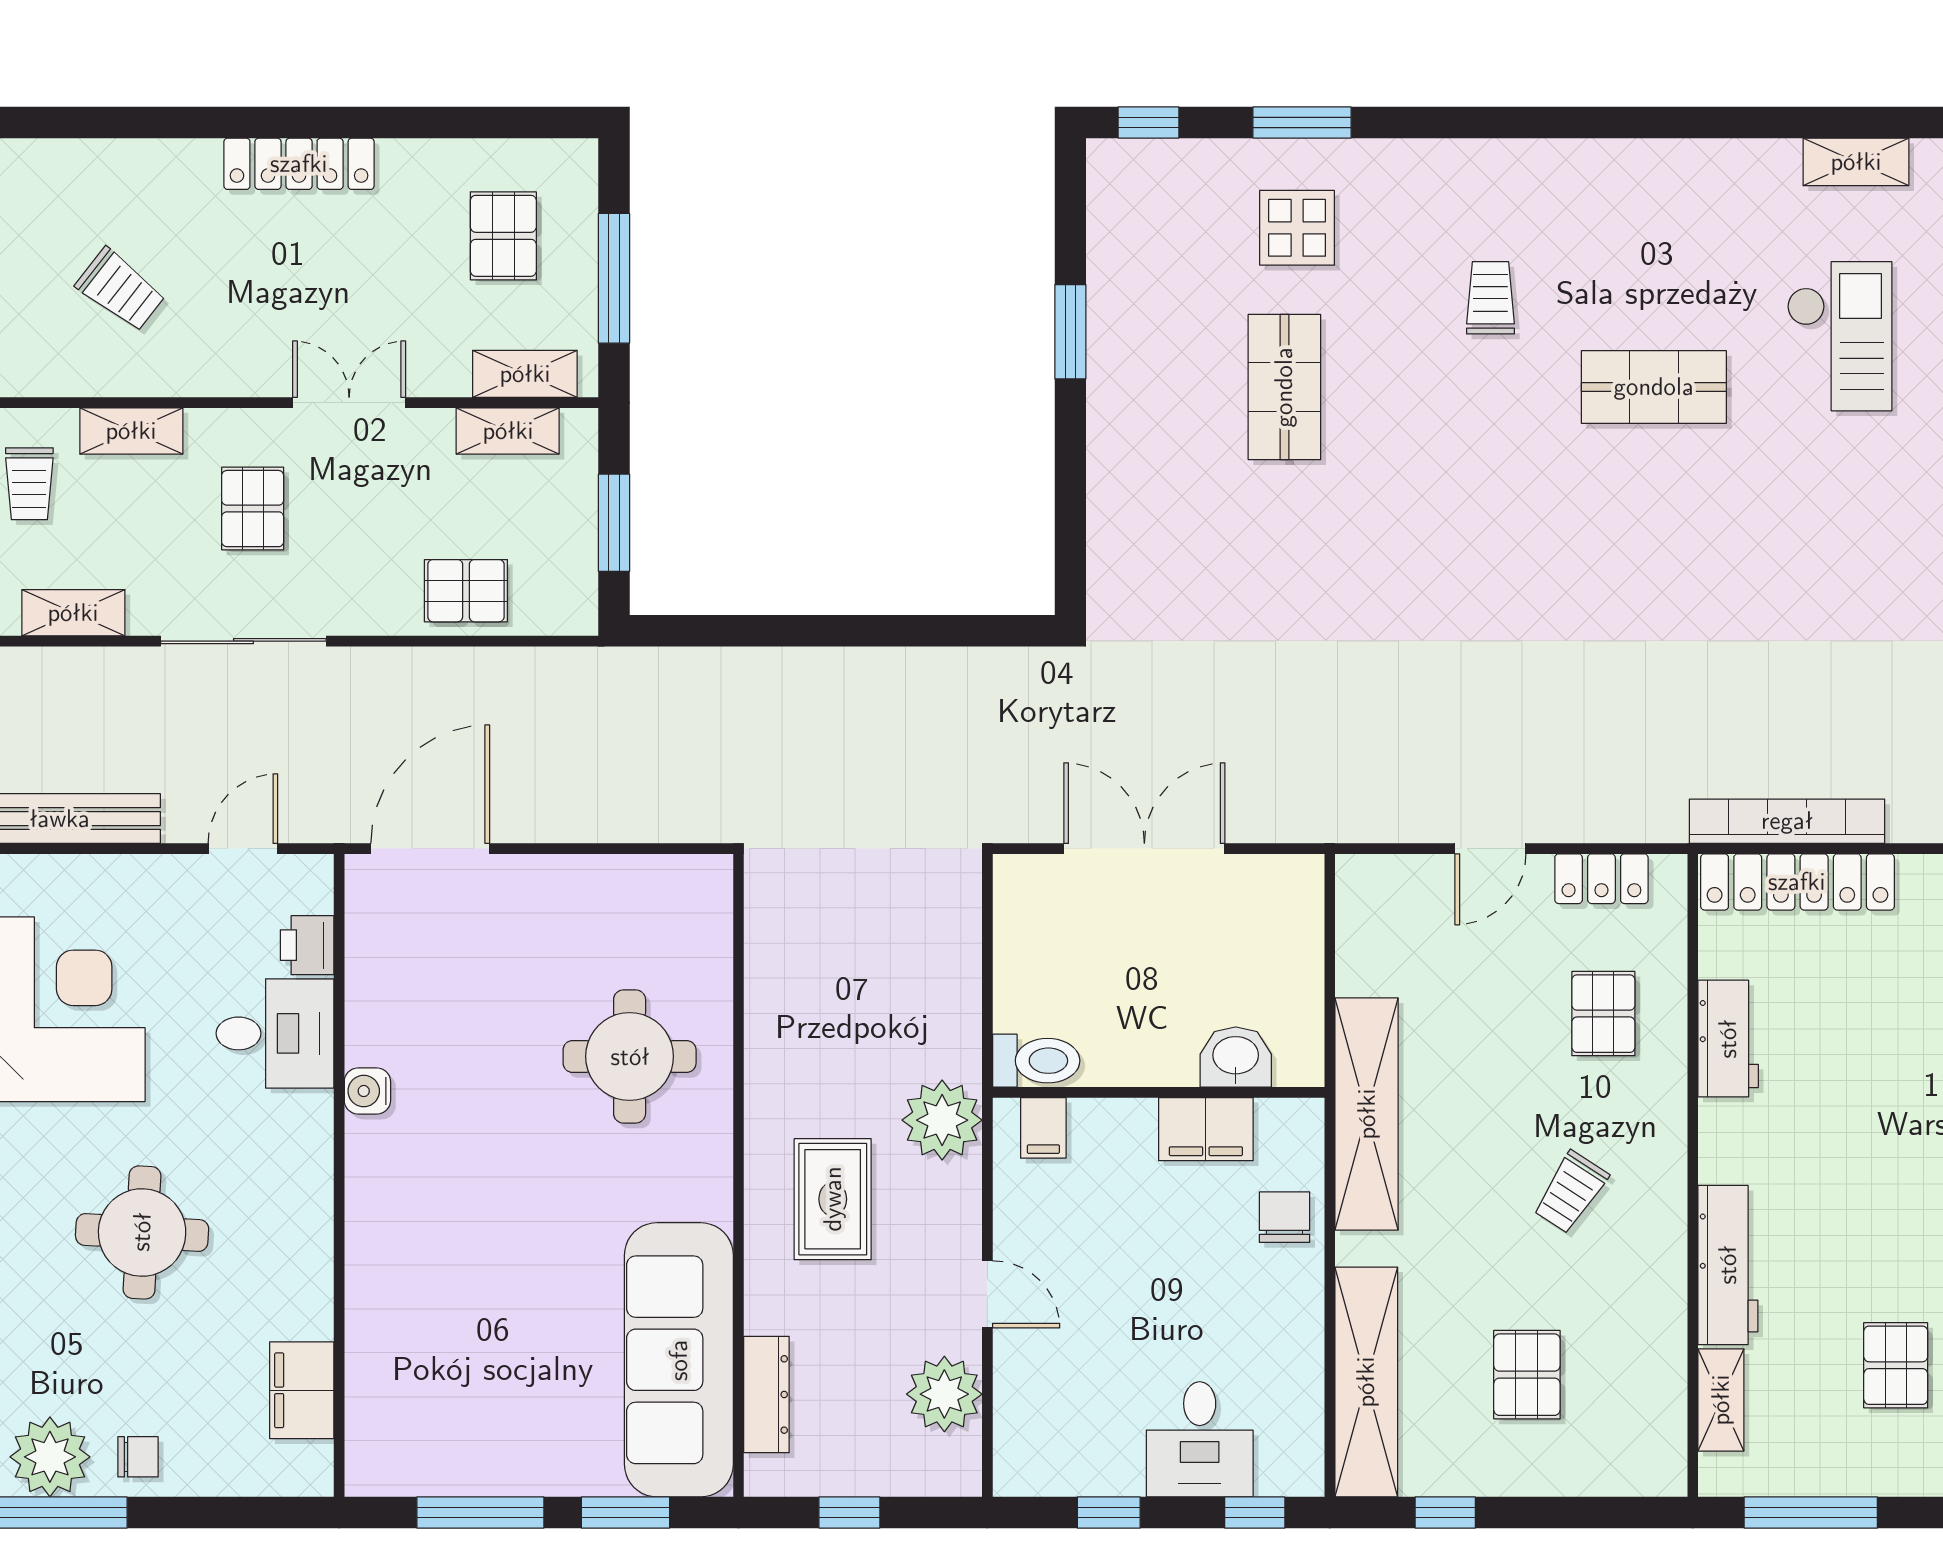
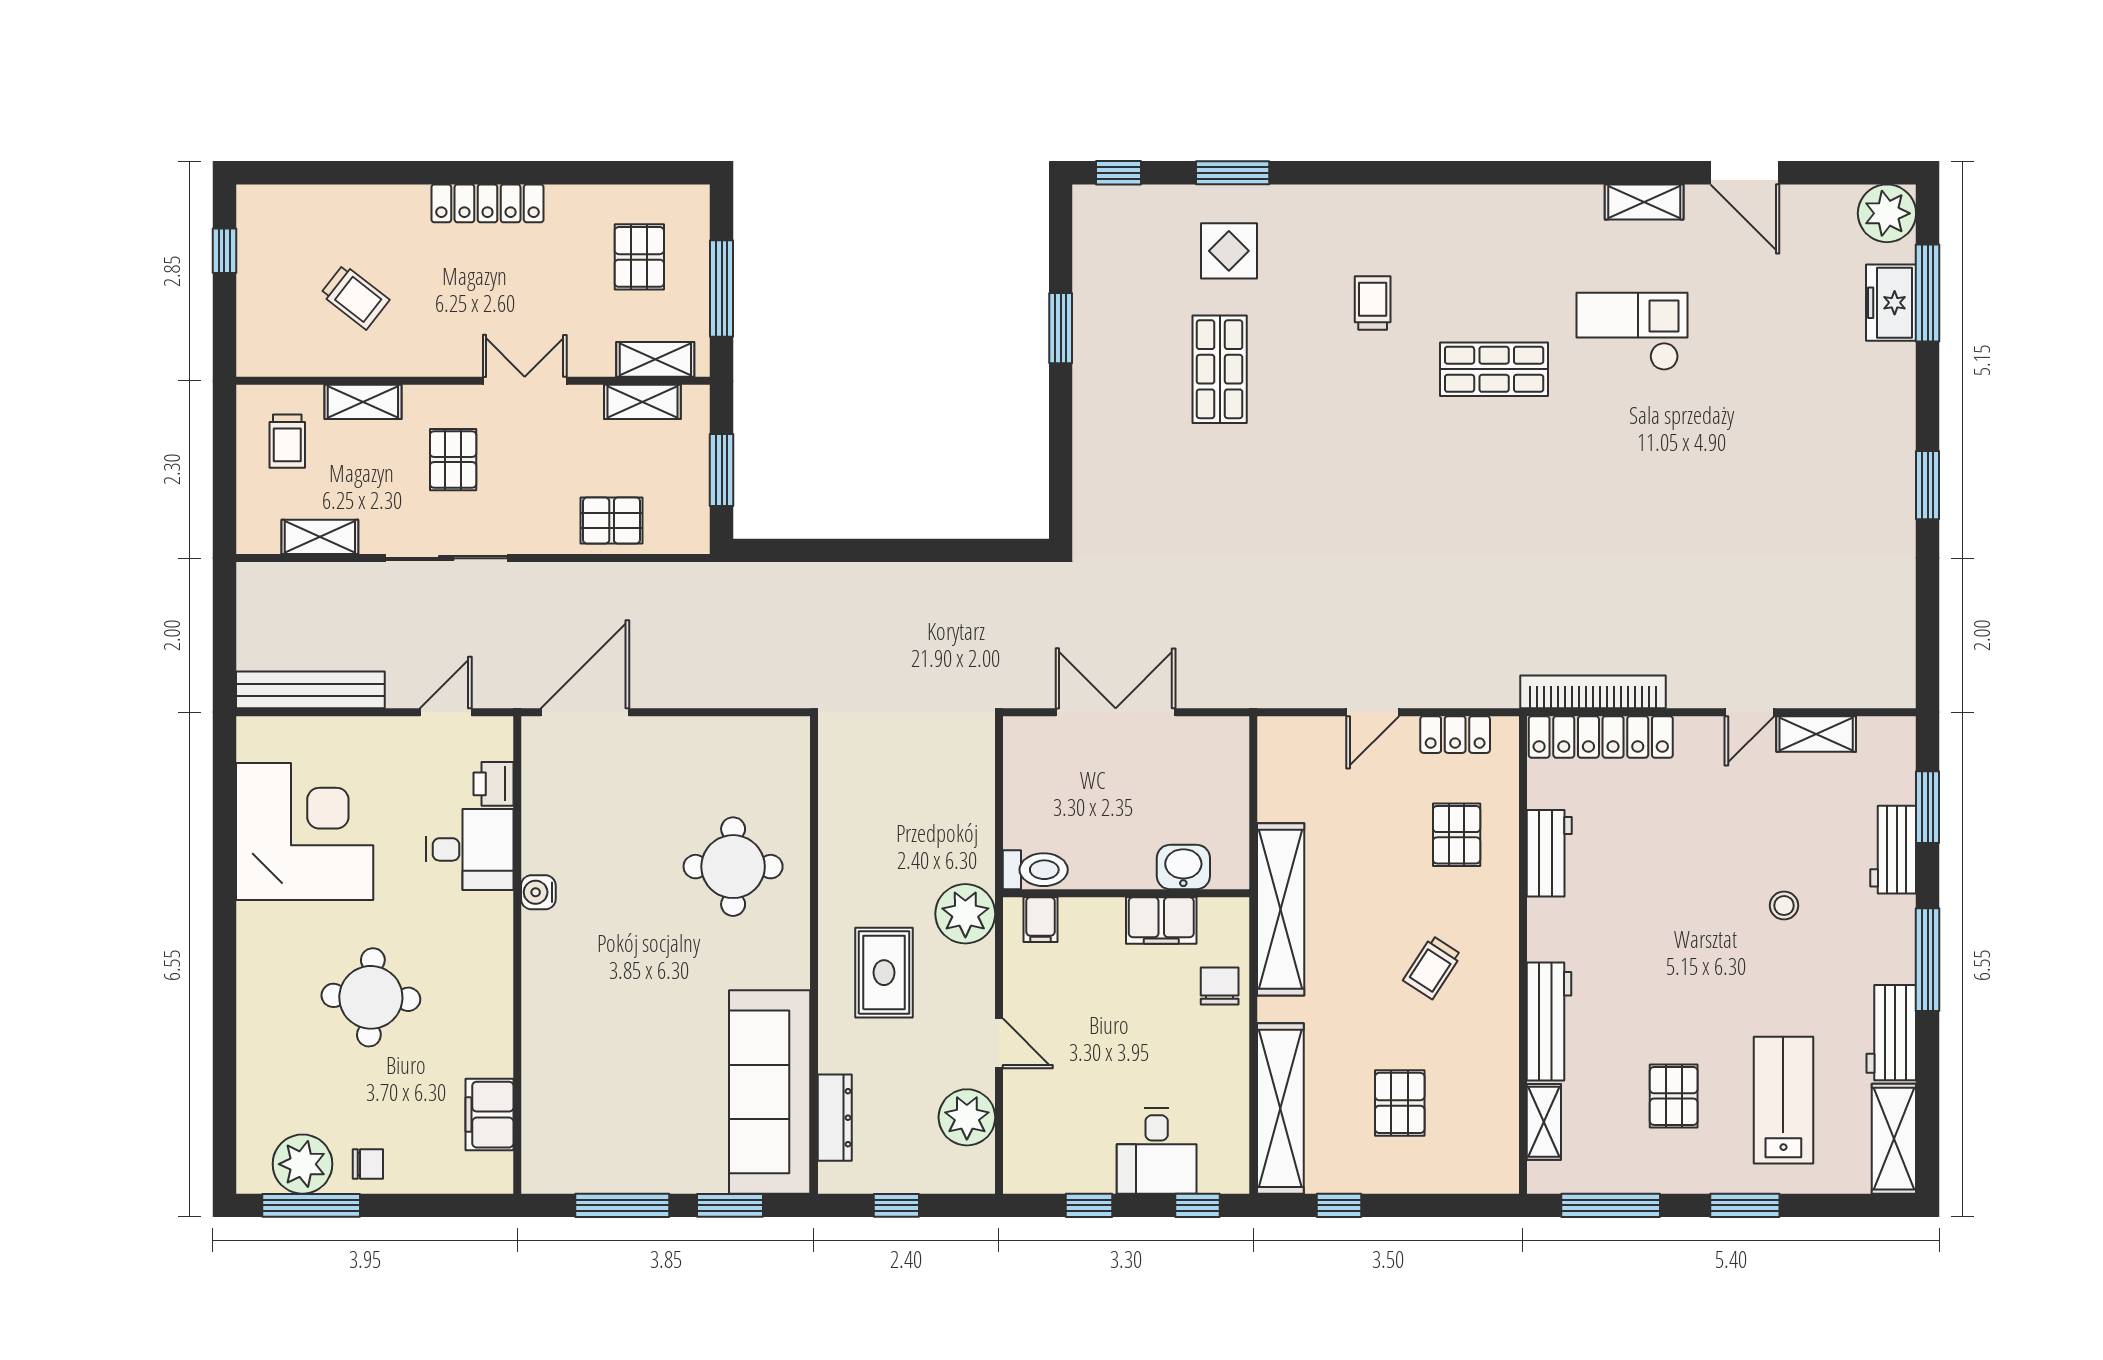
checkout: (1840, 336) -> (1632, 332), turned -90

